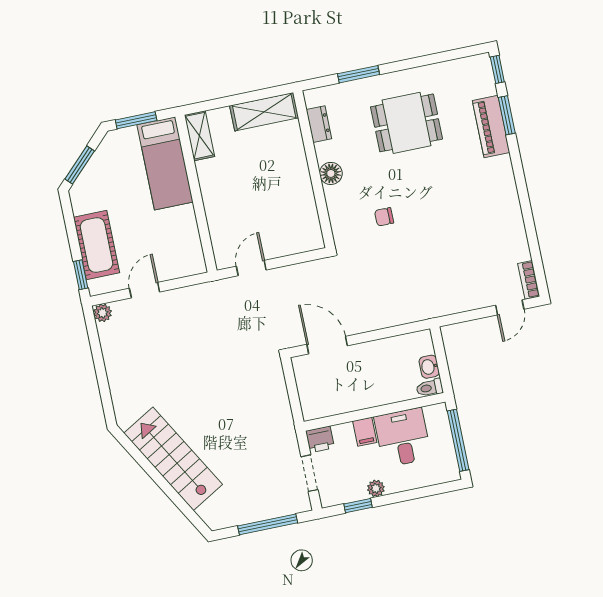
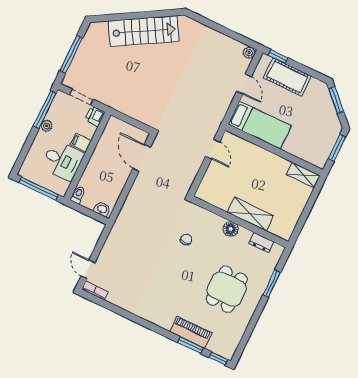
shelving: (264, 112) -> (250, 214), moved, turned 90
bed: (165, 163) -> (260, 125), moved, turned 180
door: (327, 345) -> (142, 158), swing flipped
washbasin: (429, 367) -> (102, 209), moved
window: (358, 506) -> (45, 110), width x2.17

